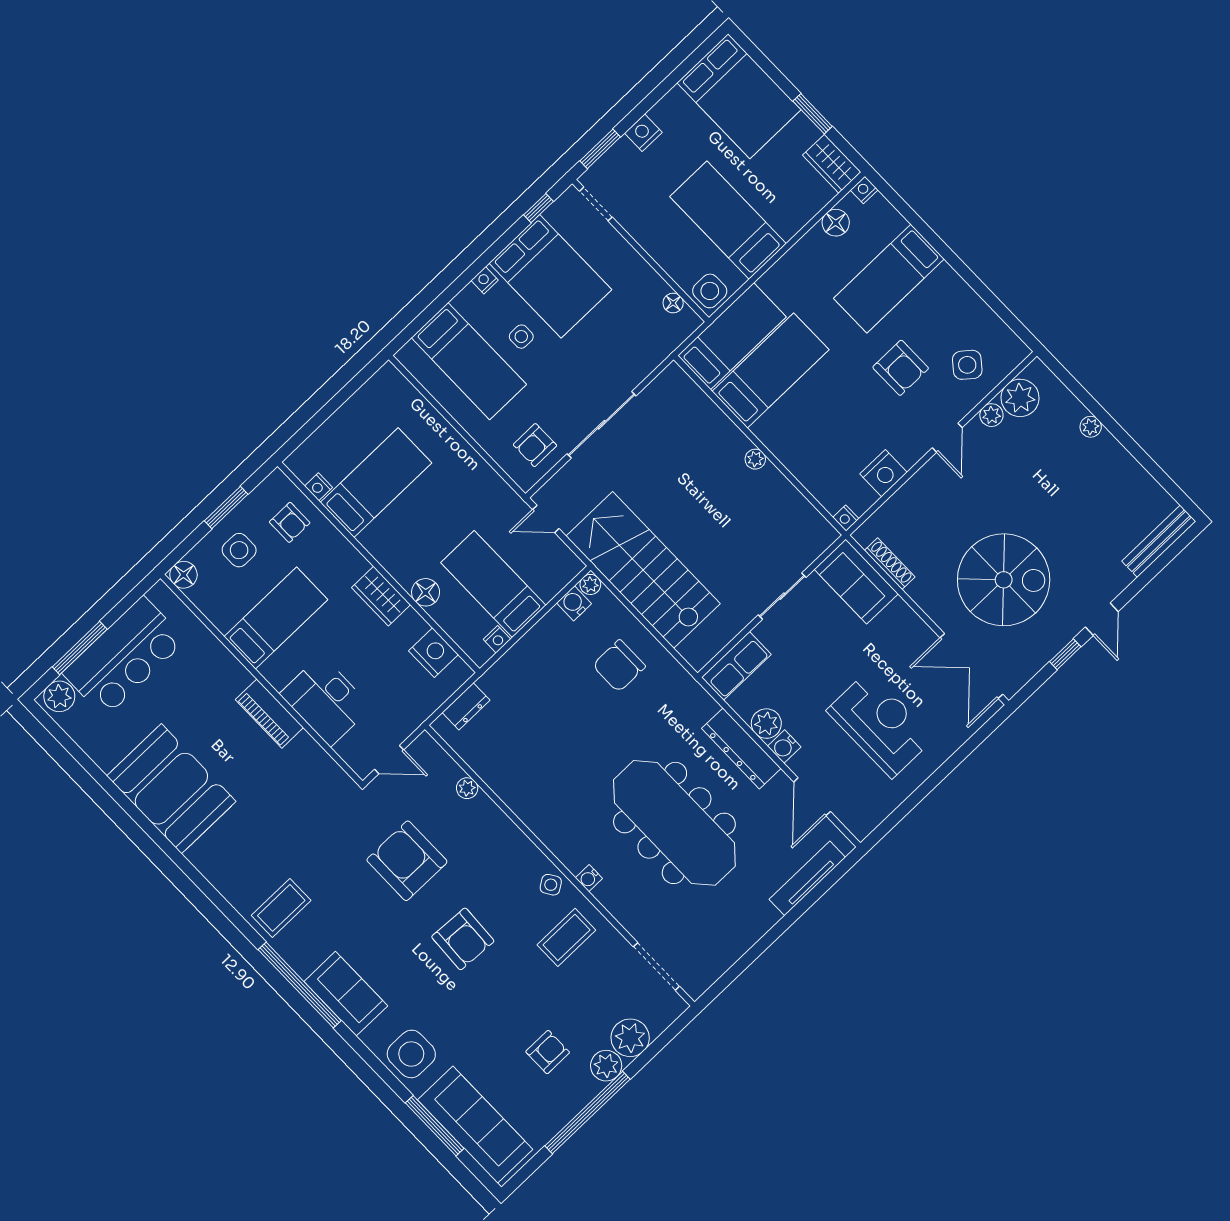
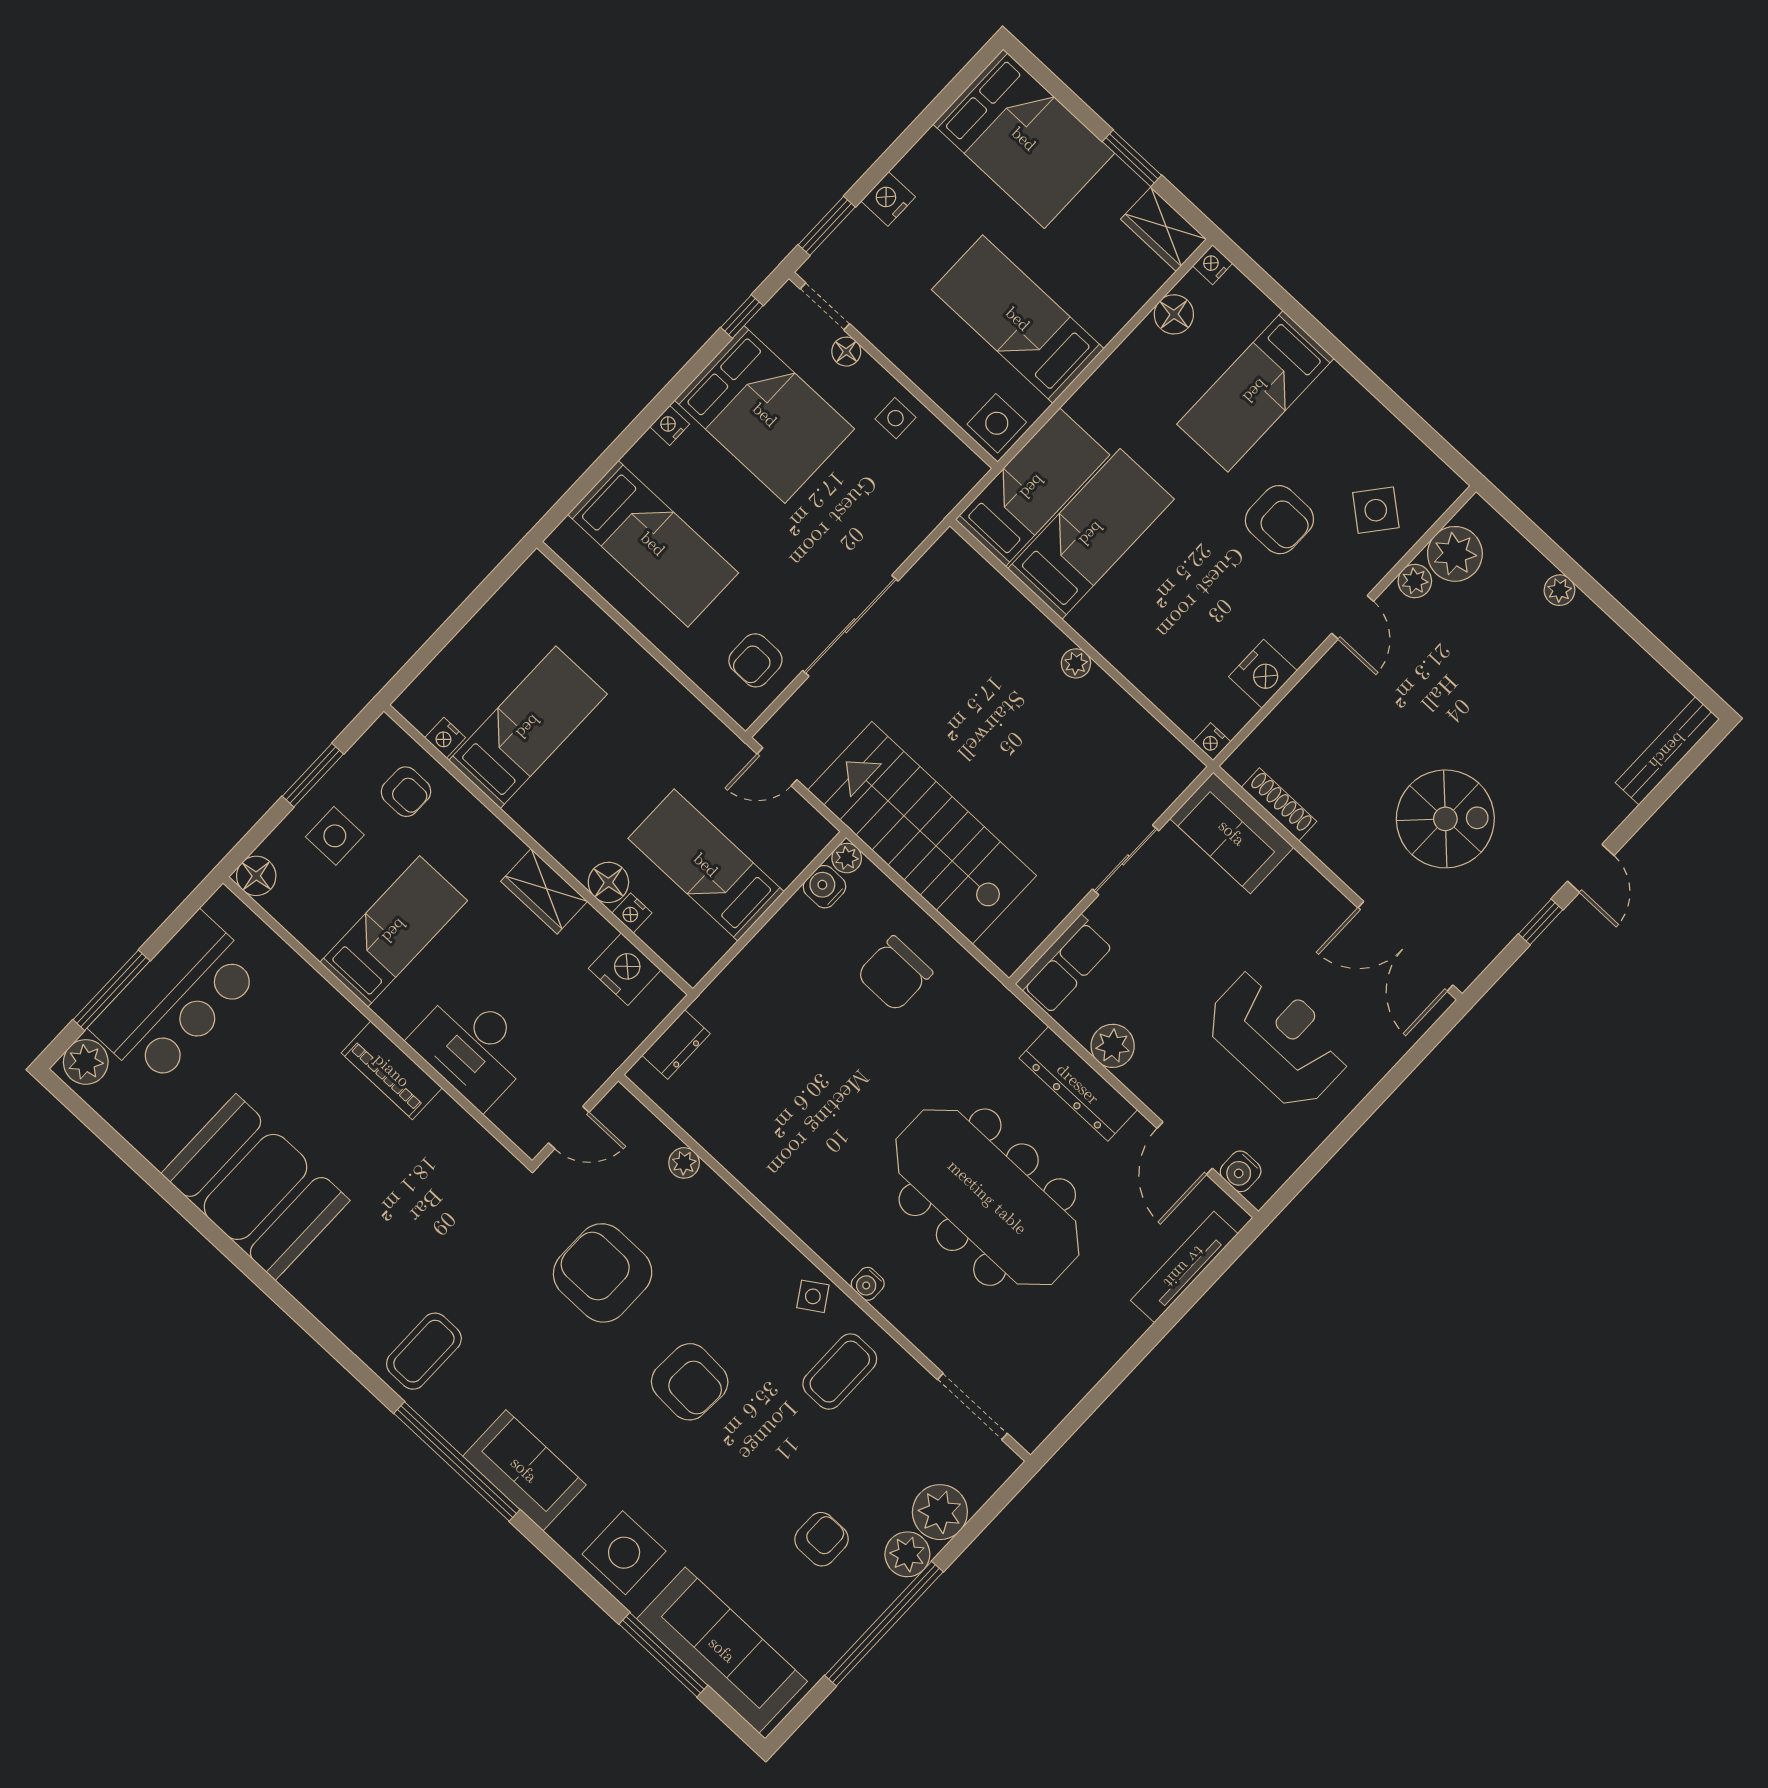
floor lamp: (673, 303) -> (846, 352), moved
side table: (521, 337) -> (895, 418), moved
spiral stairs: (1004, 580) -> (1445, 819), width x0.73, depth x0.73
nightstand: (497, 639) -> (632, 913), moved, turned 90
water cooler: (784, 747) -> (1241, 1171), moved

